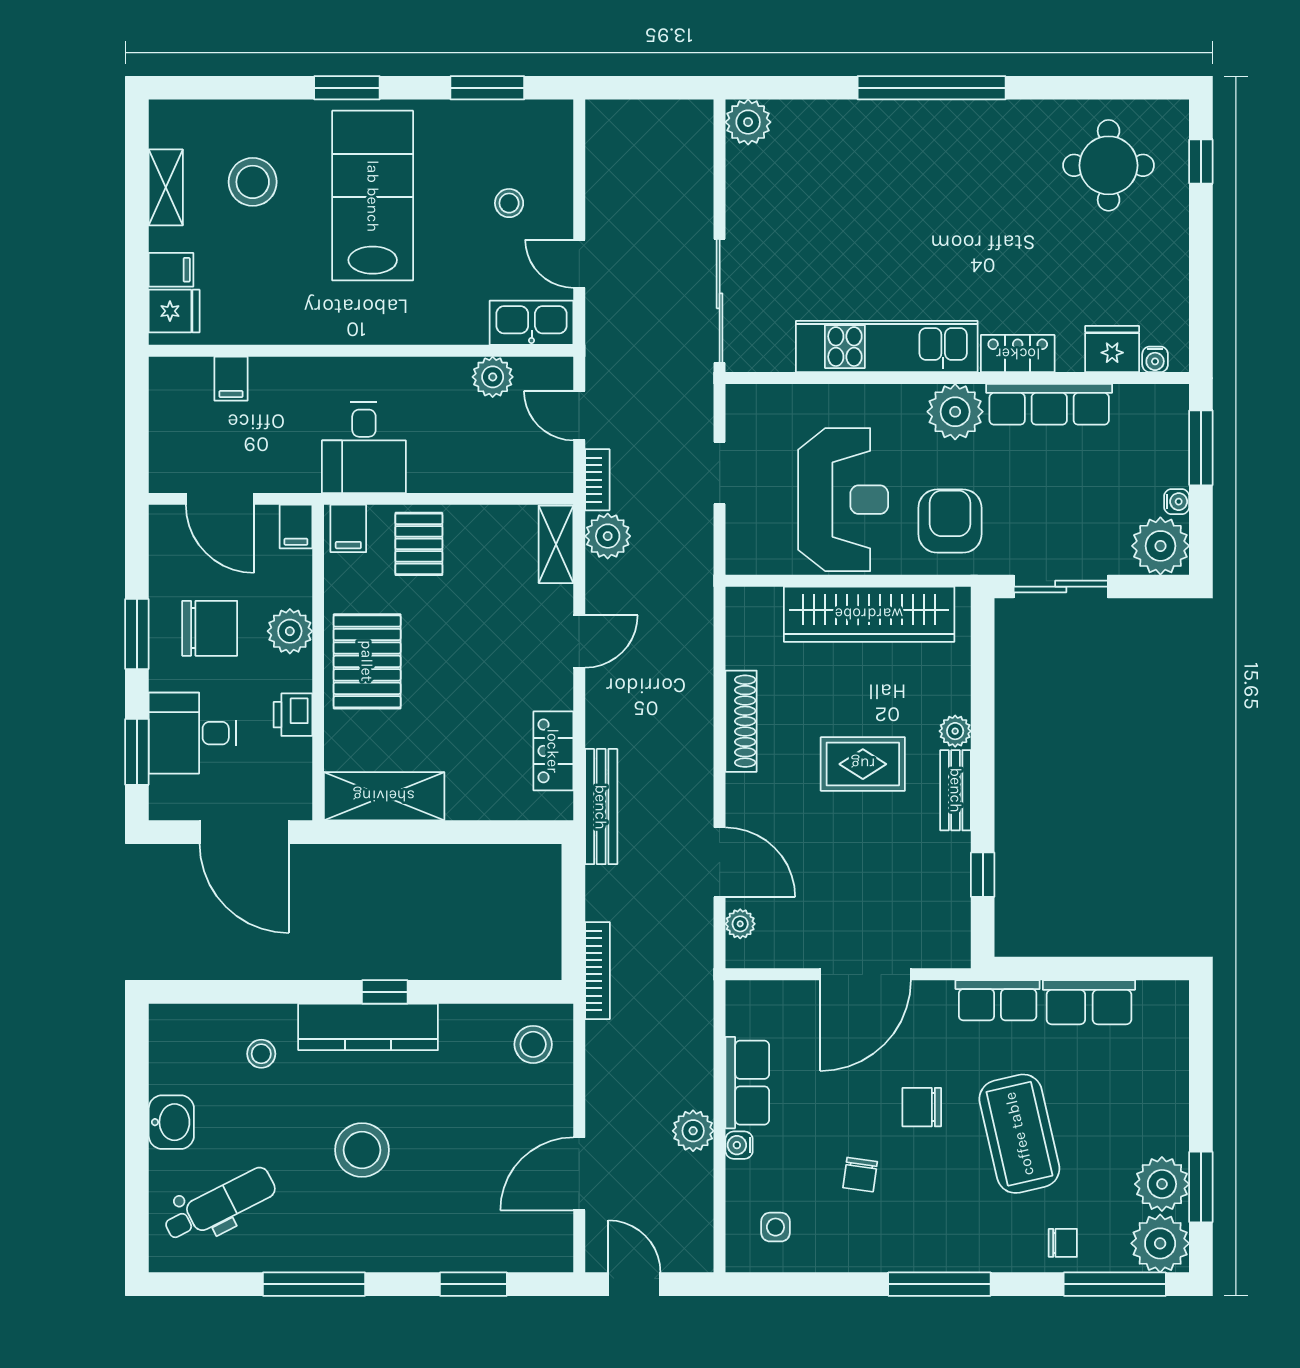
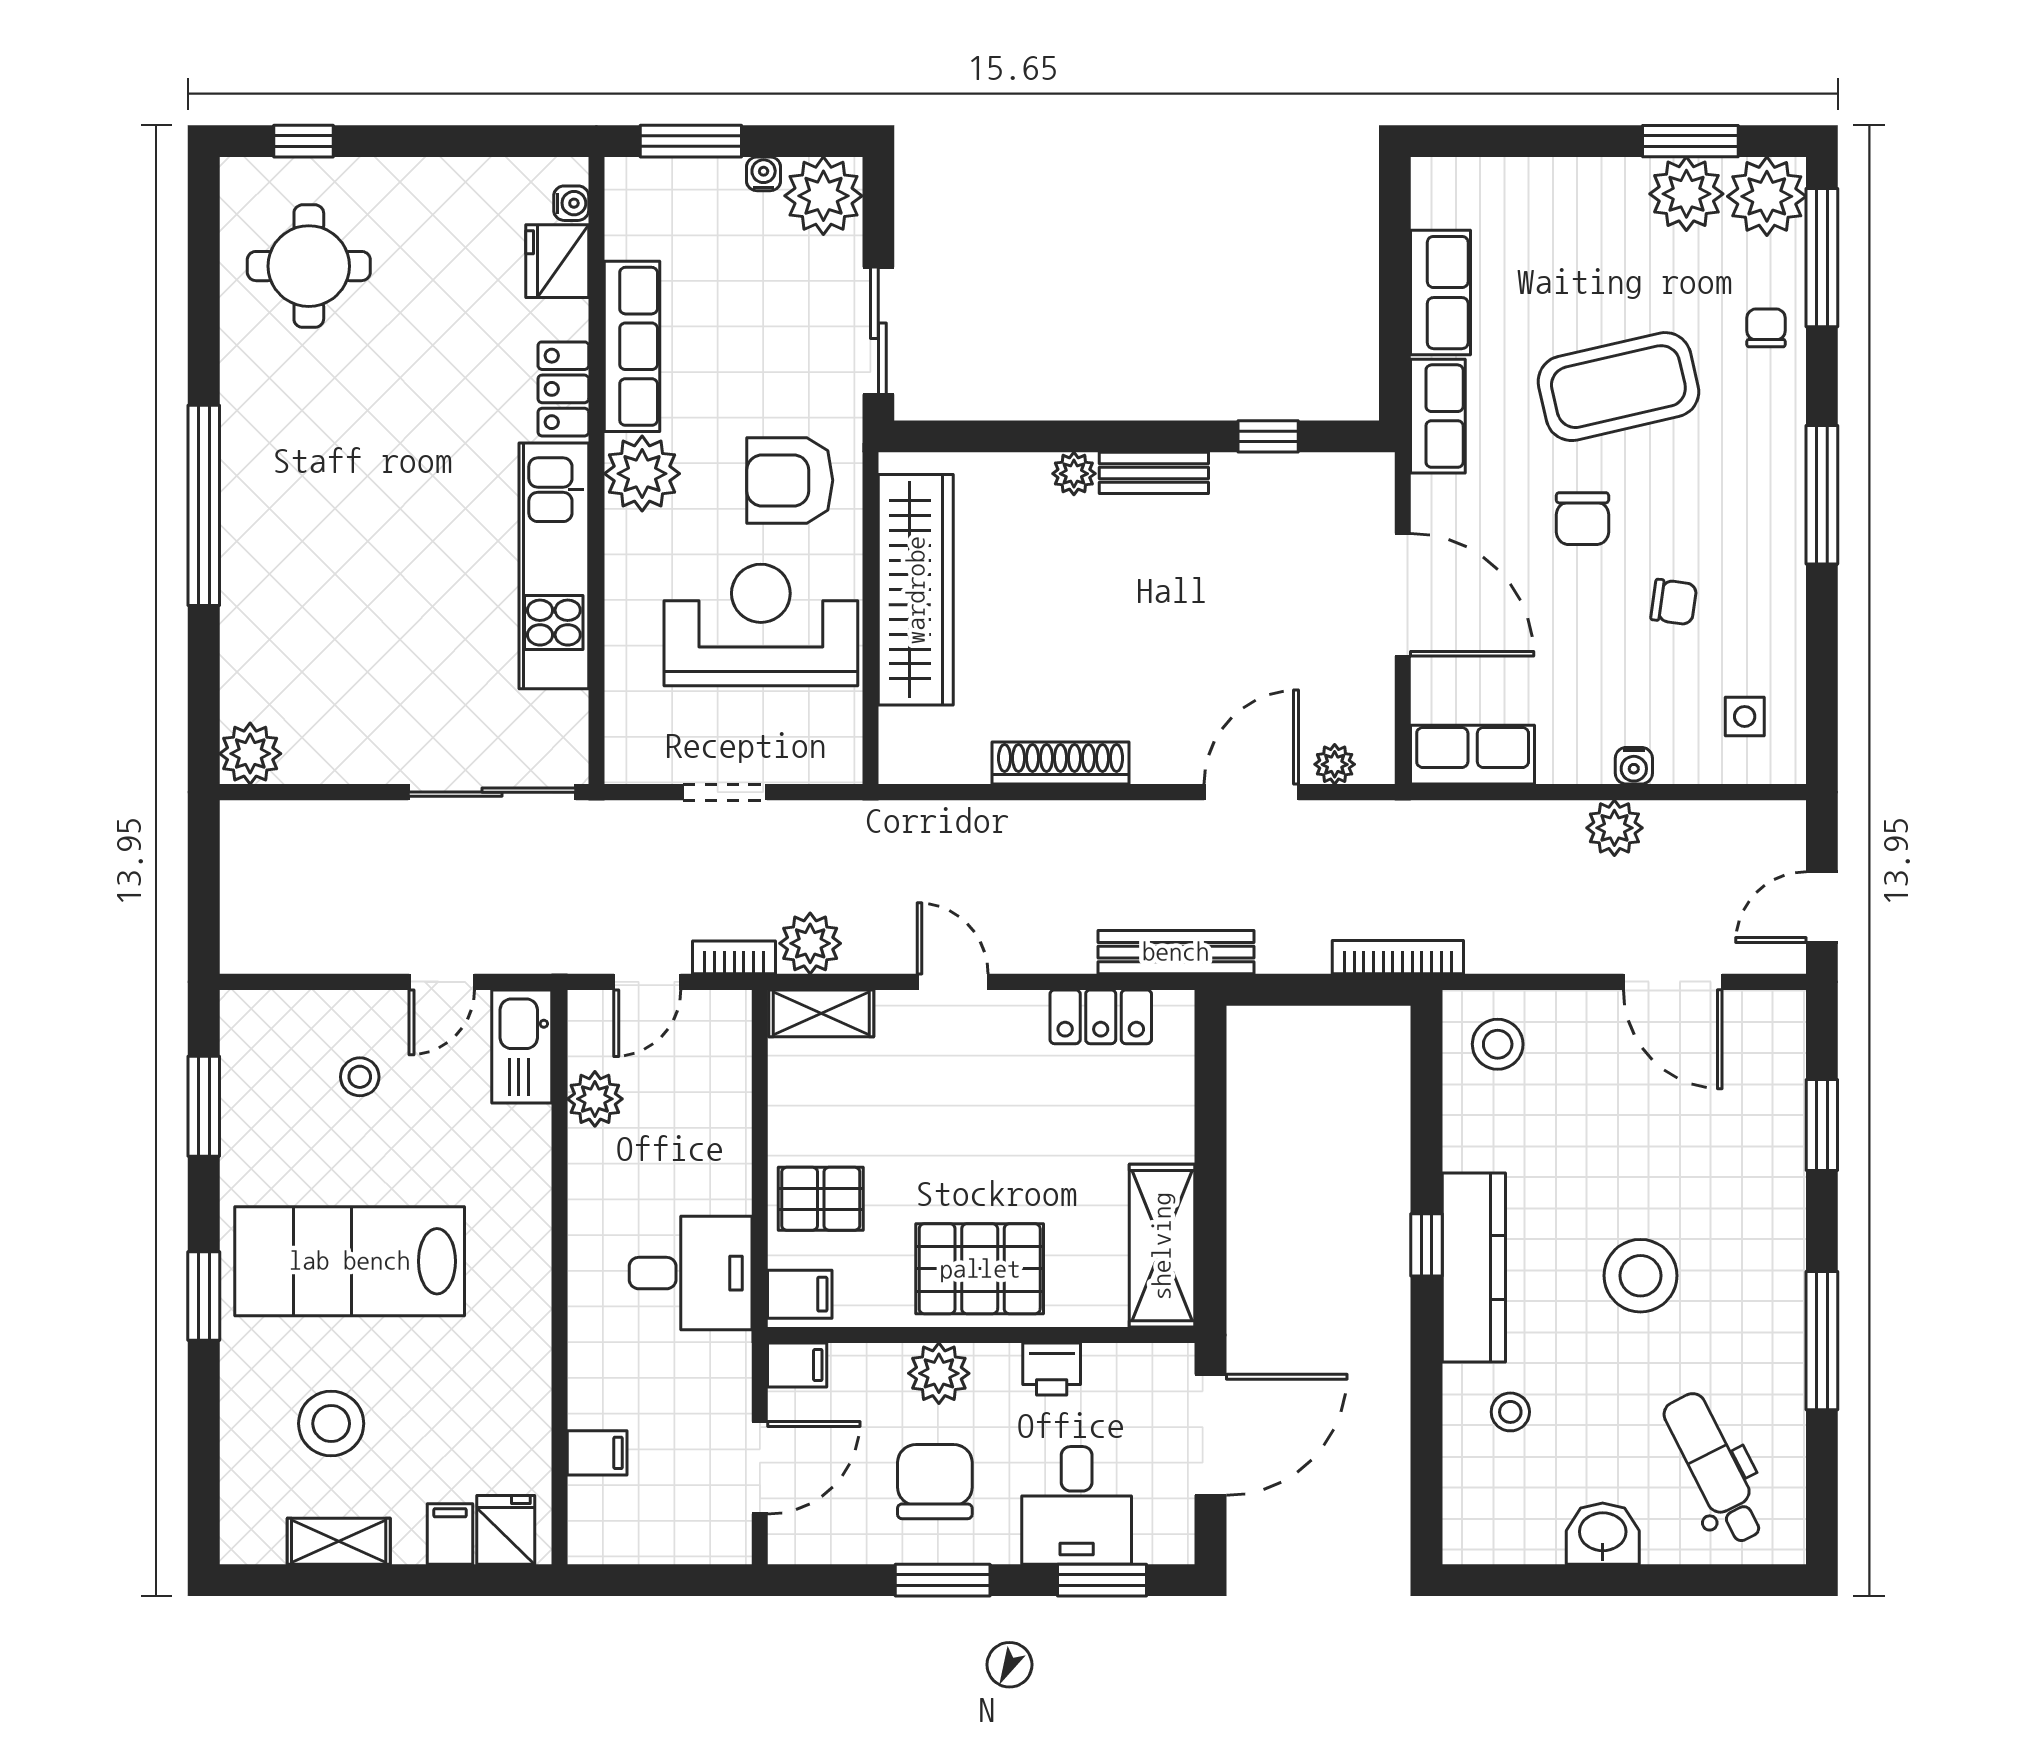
rug: (863, 764) -> (1118, 598), removed
row of seats: (747, 1083) -> (1473, 755), moved

